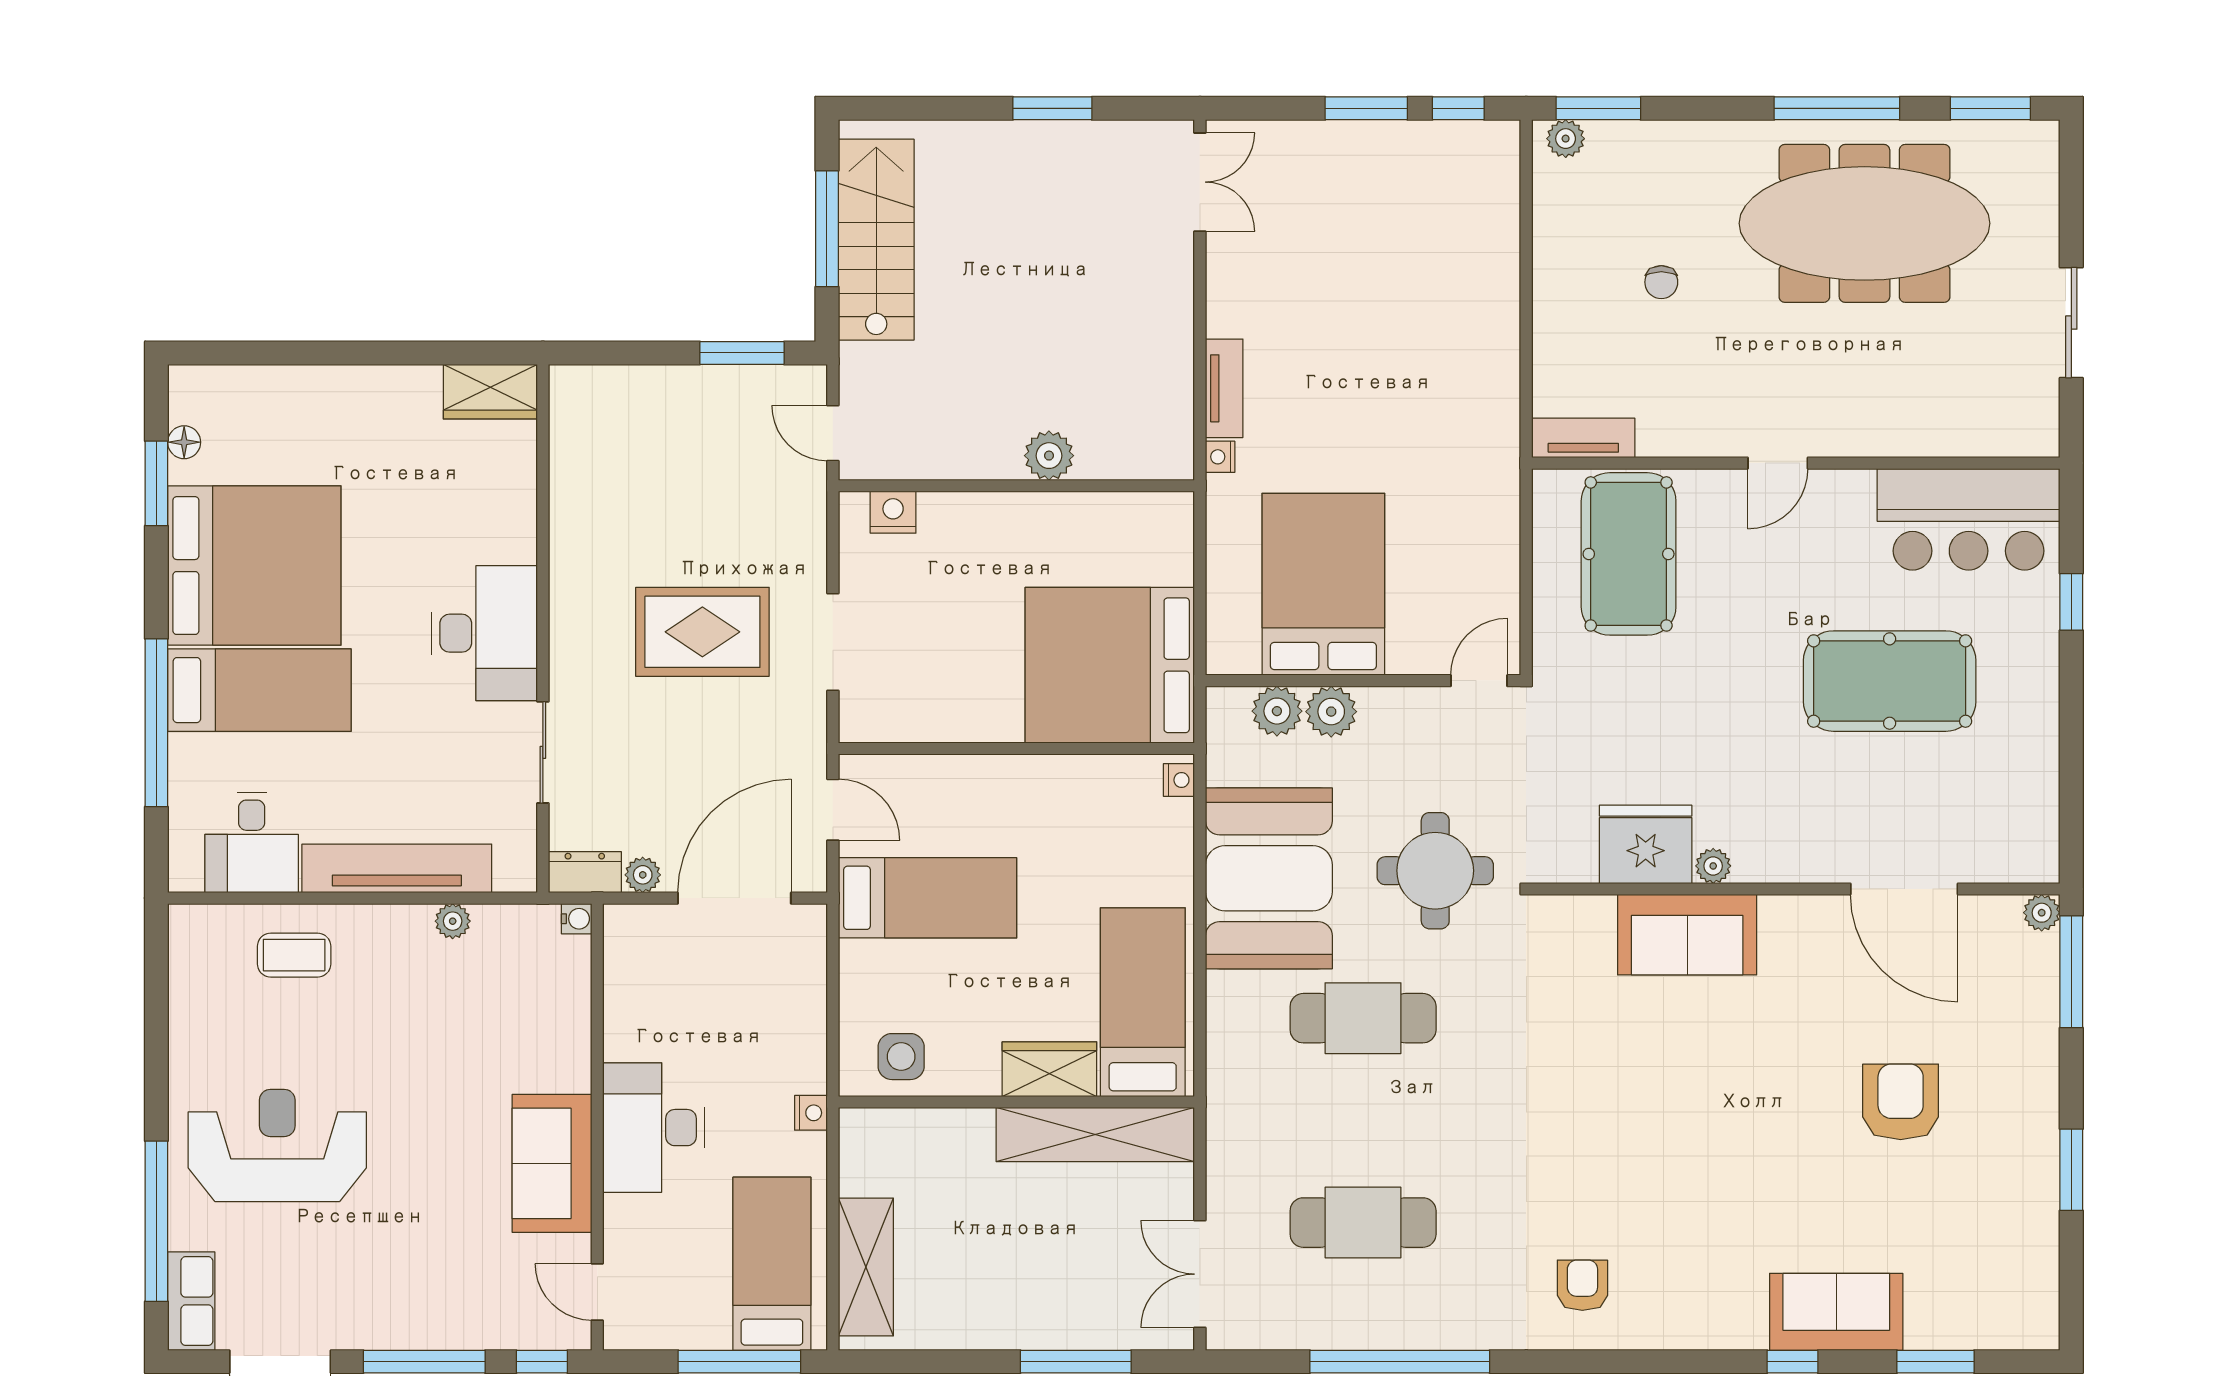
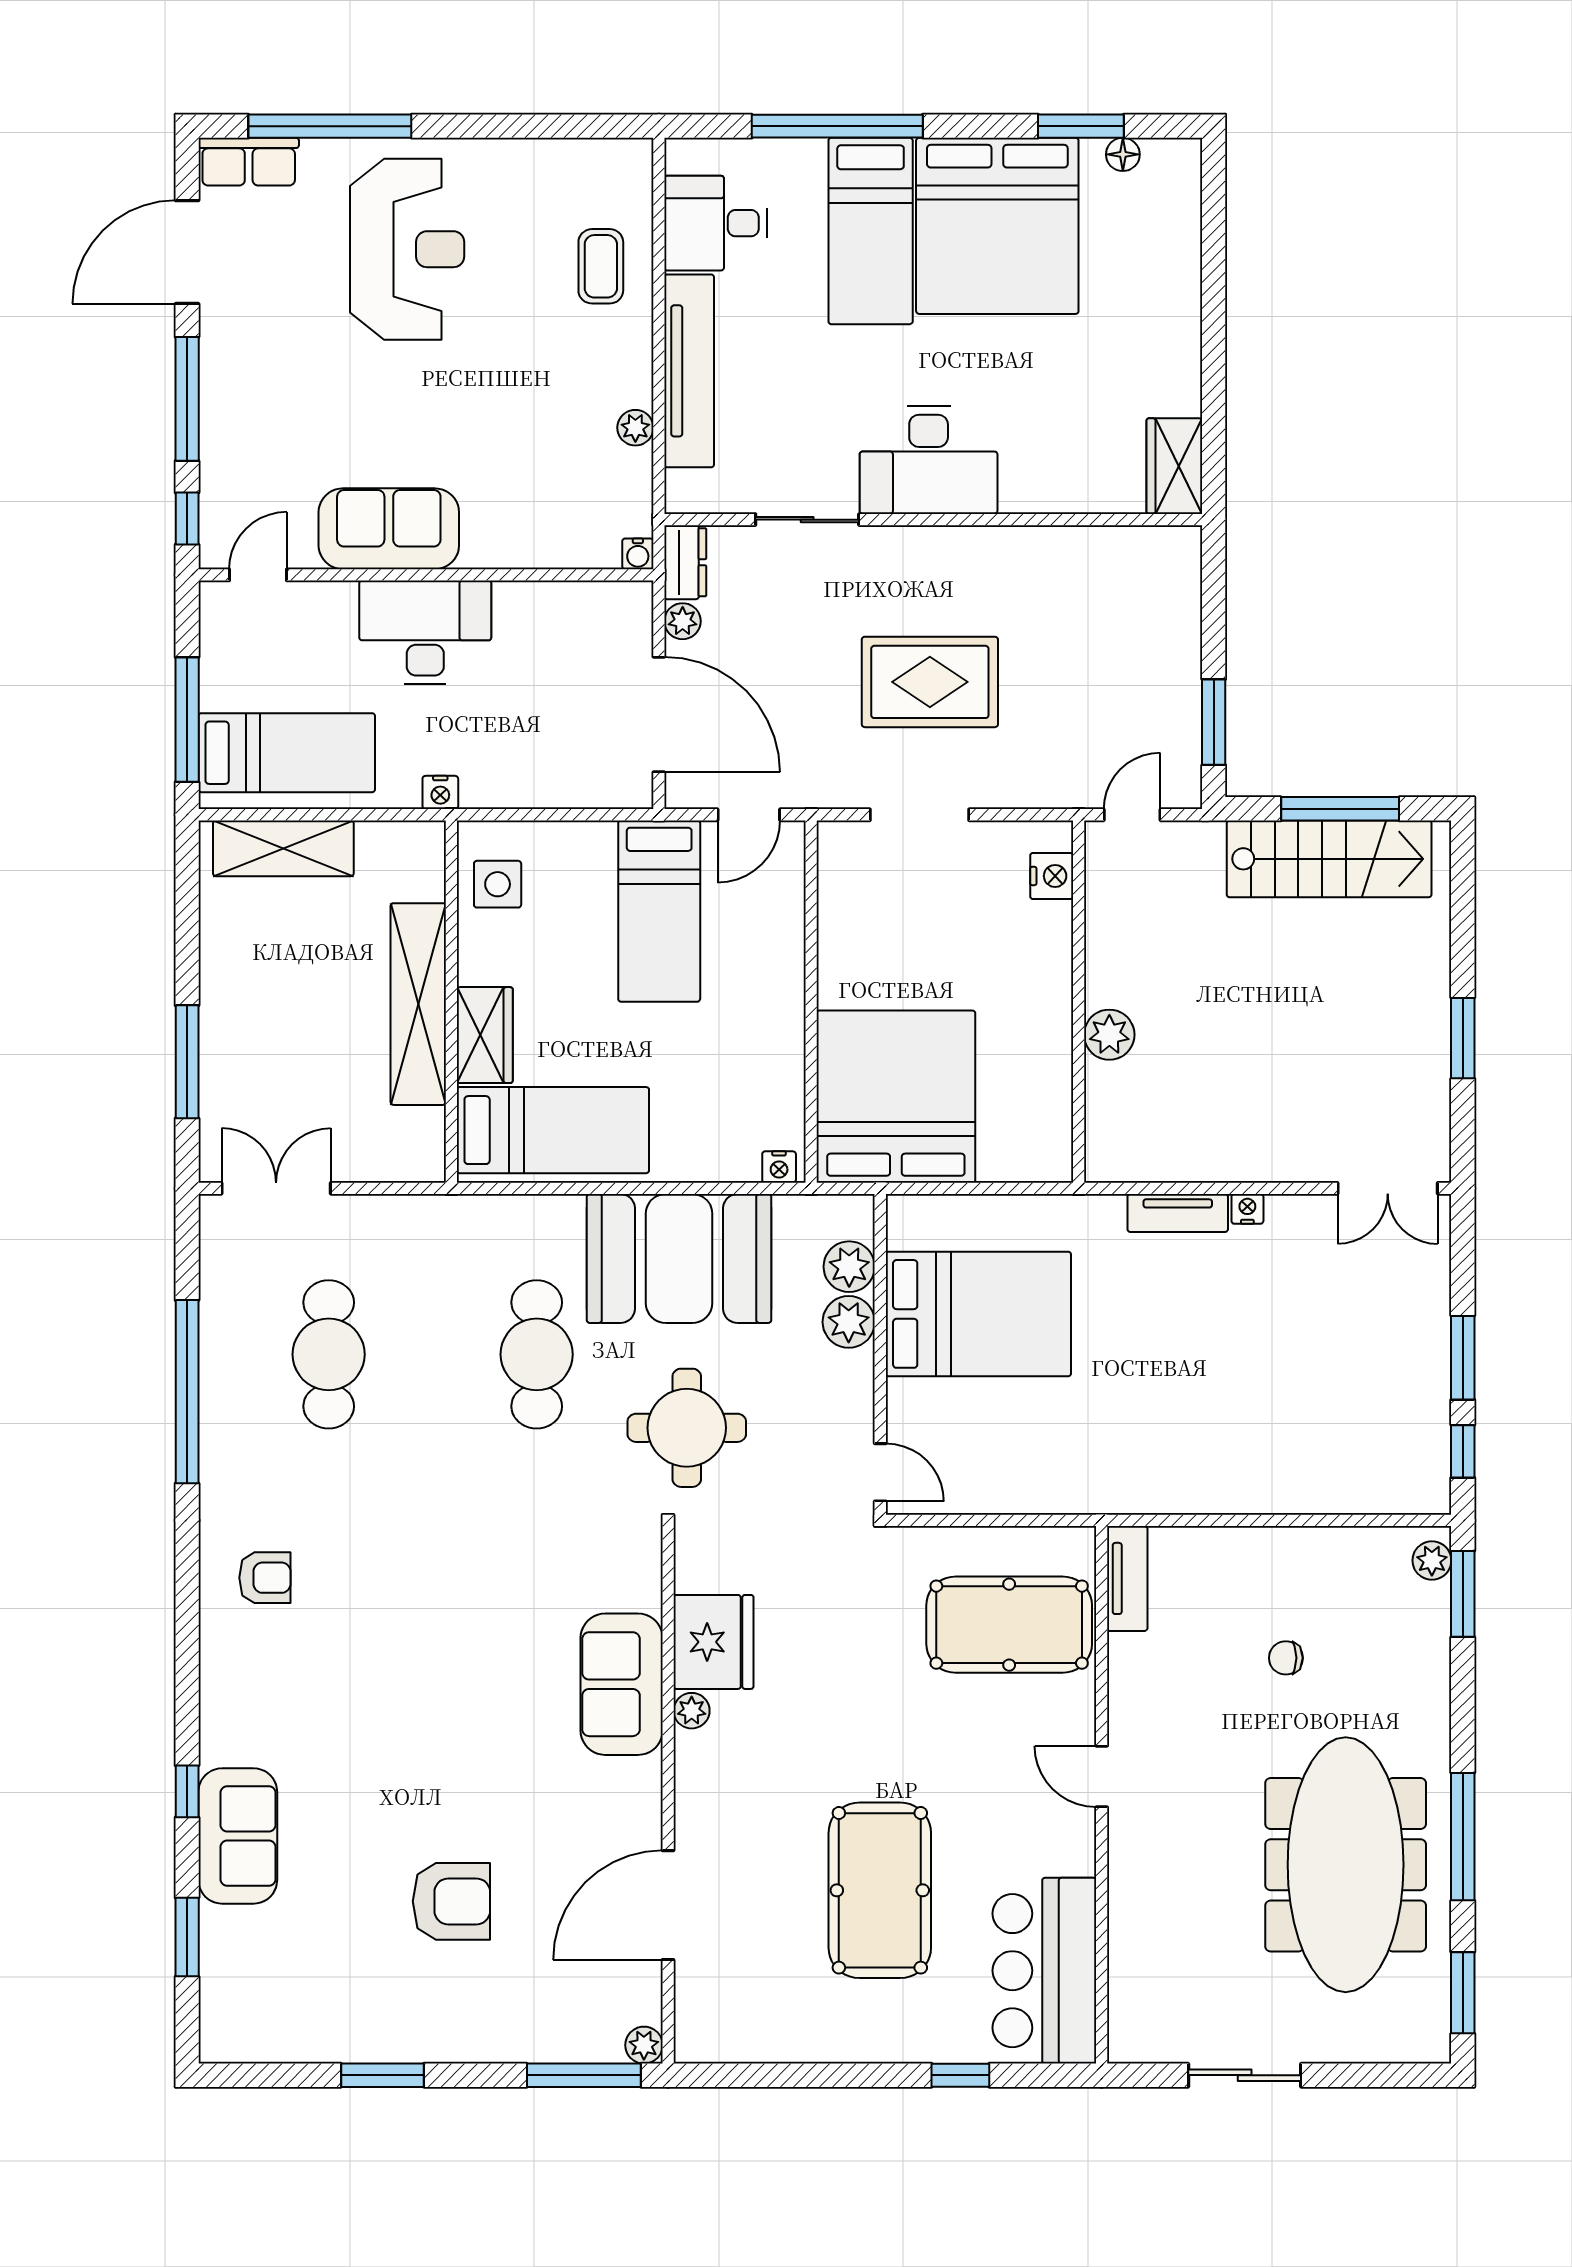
nightstand: (1220, 457) -> (1247, 1209), moved
rug: (702, 632) -> (930, 682), turned 90
shelving: (1095, 1134) -> (418, 1004), moved

